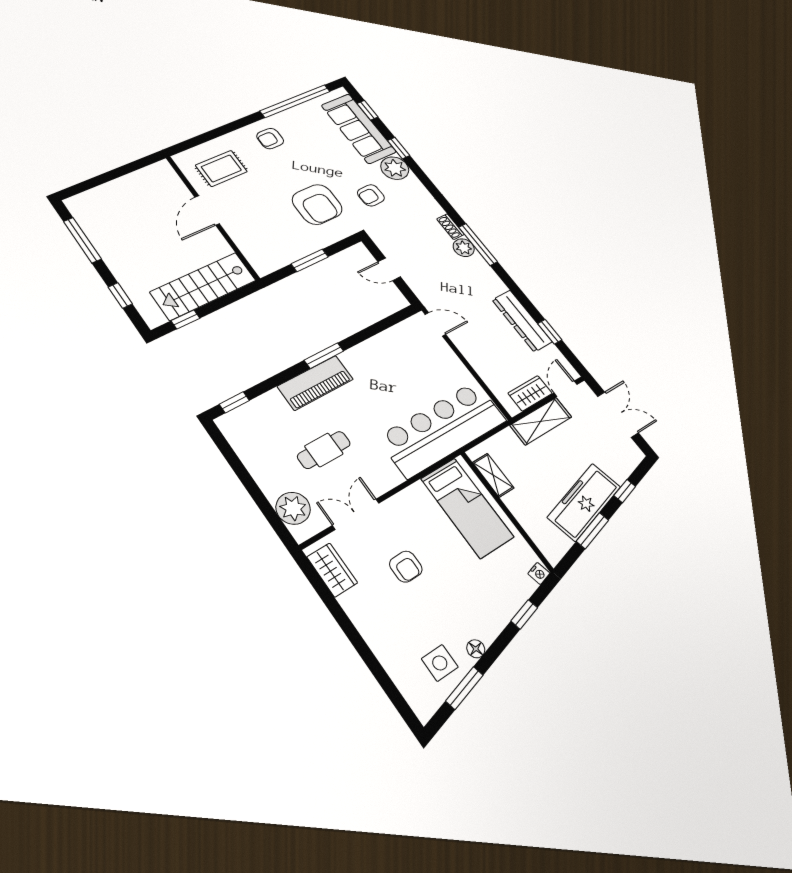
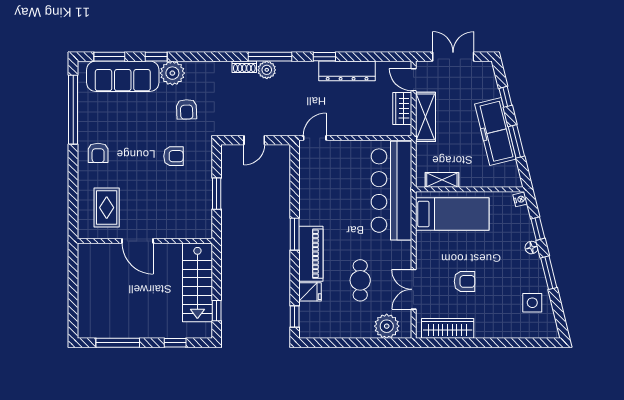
window: (368, 110) -> (109, 57), width x1.50
armchair: (317, 204) -> (174, 156), width x0.53, depth x0.53
window: (550, 332) -> (324, 57), moved
fridge: (273, 404) -> (310, 292), added
wardrobe: (332, 570) -> (448, 328), width x1.50
floor lamp: (476, 649) -> (532, 248), moved
window: (464, 688) -> (549, 273), moved

